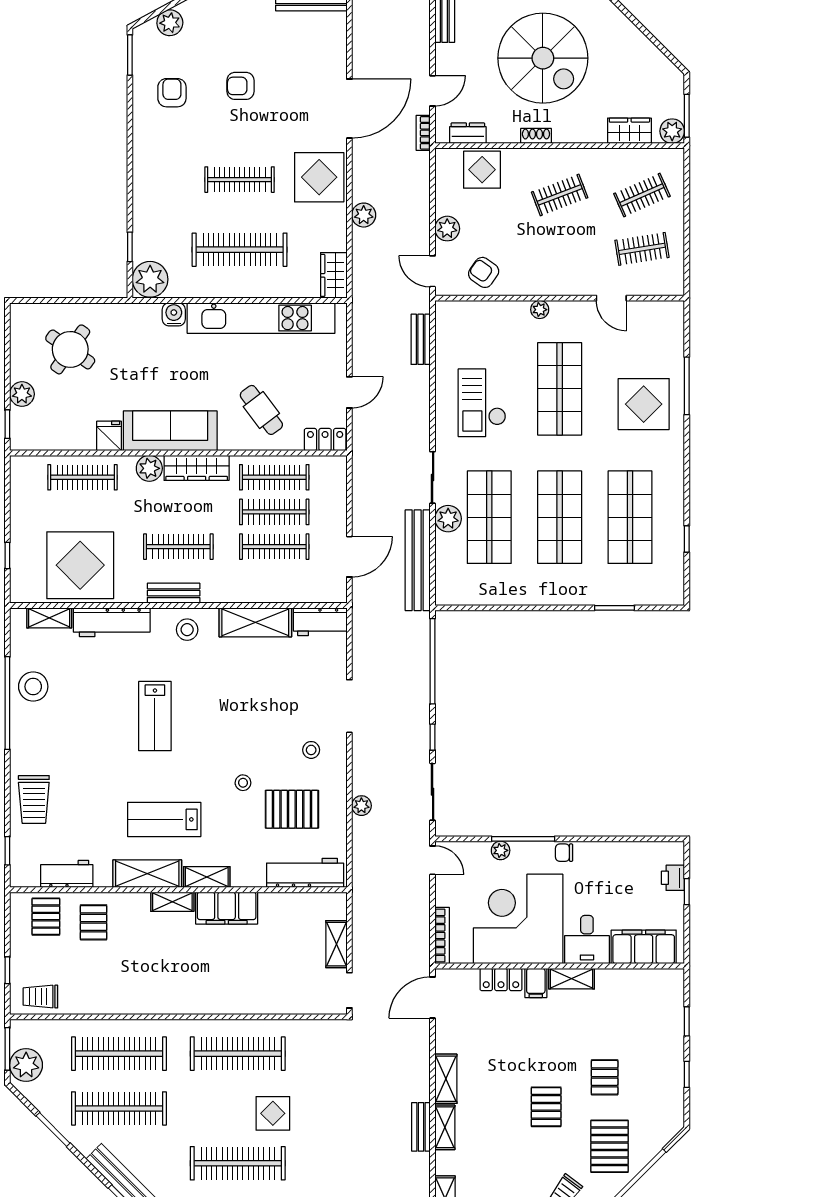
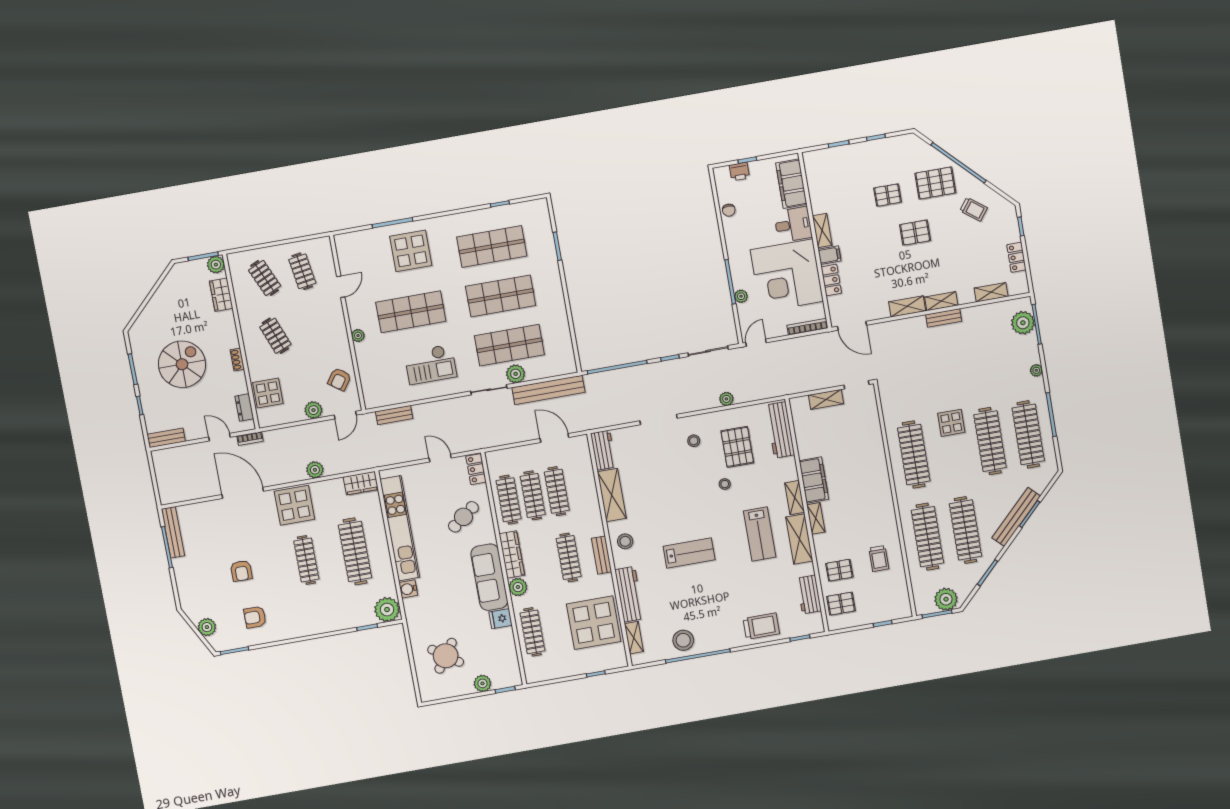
spiral stairs: (543, 58) -> (182, 364), width x0.73, depth x0.73
chair: (564, 853) -> (729, 210), moved
trolley: (40, 997) -> (879, 558), moved

